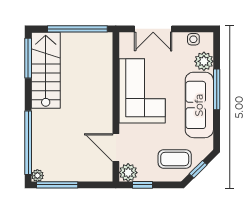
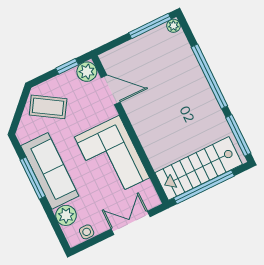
stairs: (46, 70) -> (199, 168), moved, turned 90
window: (217, 89) -> (33, 178), moved
window: (28, 143) -> (209, 76), moved
coffee table: (175, 159) -> (48, 107), turned 32
window: (198, 169) -> (20, 108), removed

